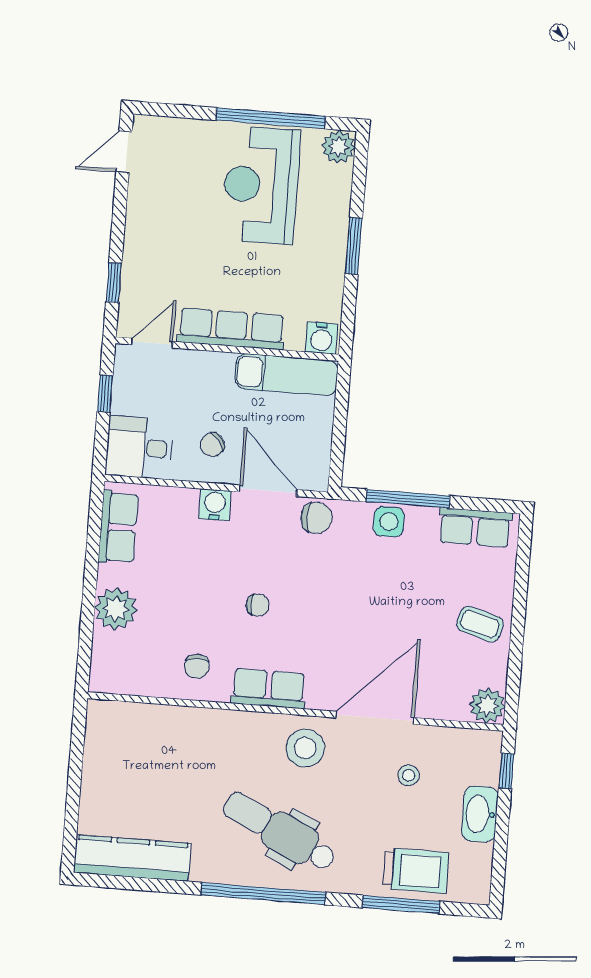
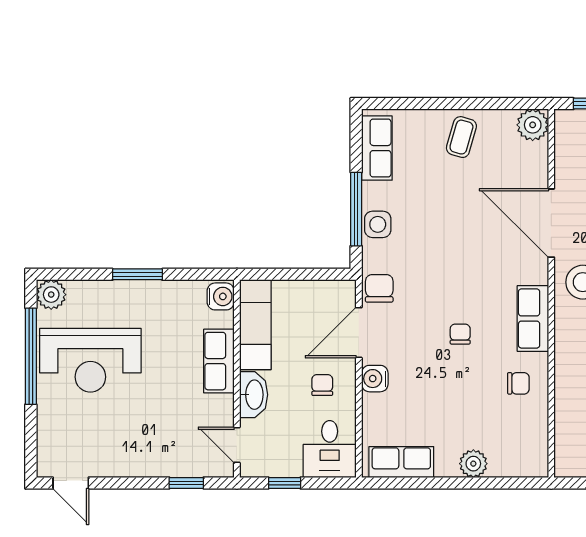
row of seats: (231, 329) -> (219, 361), width x0.68
washbasin: (207, 366) -> (254, 395), added
chair: (212, 445) -> (322, 385), turned -143
plant: (116, 609) -> (473, 464), width x0.73, depth x0.73

